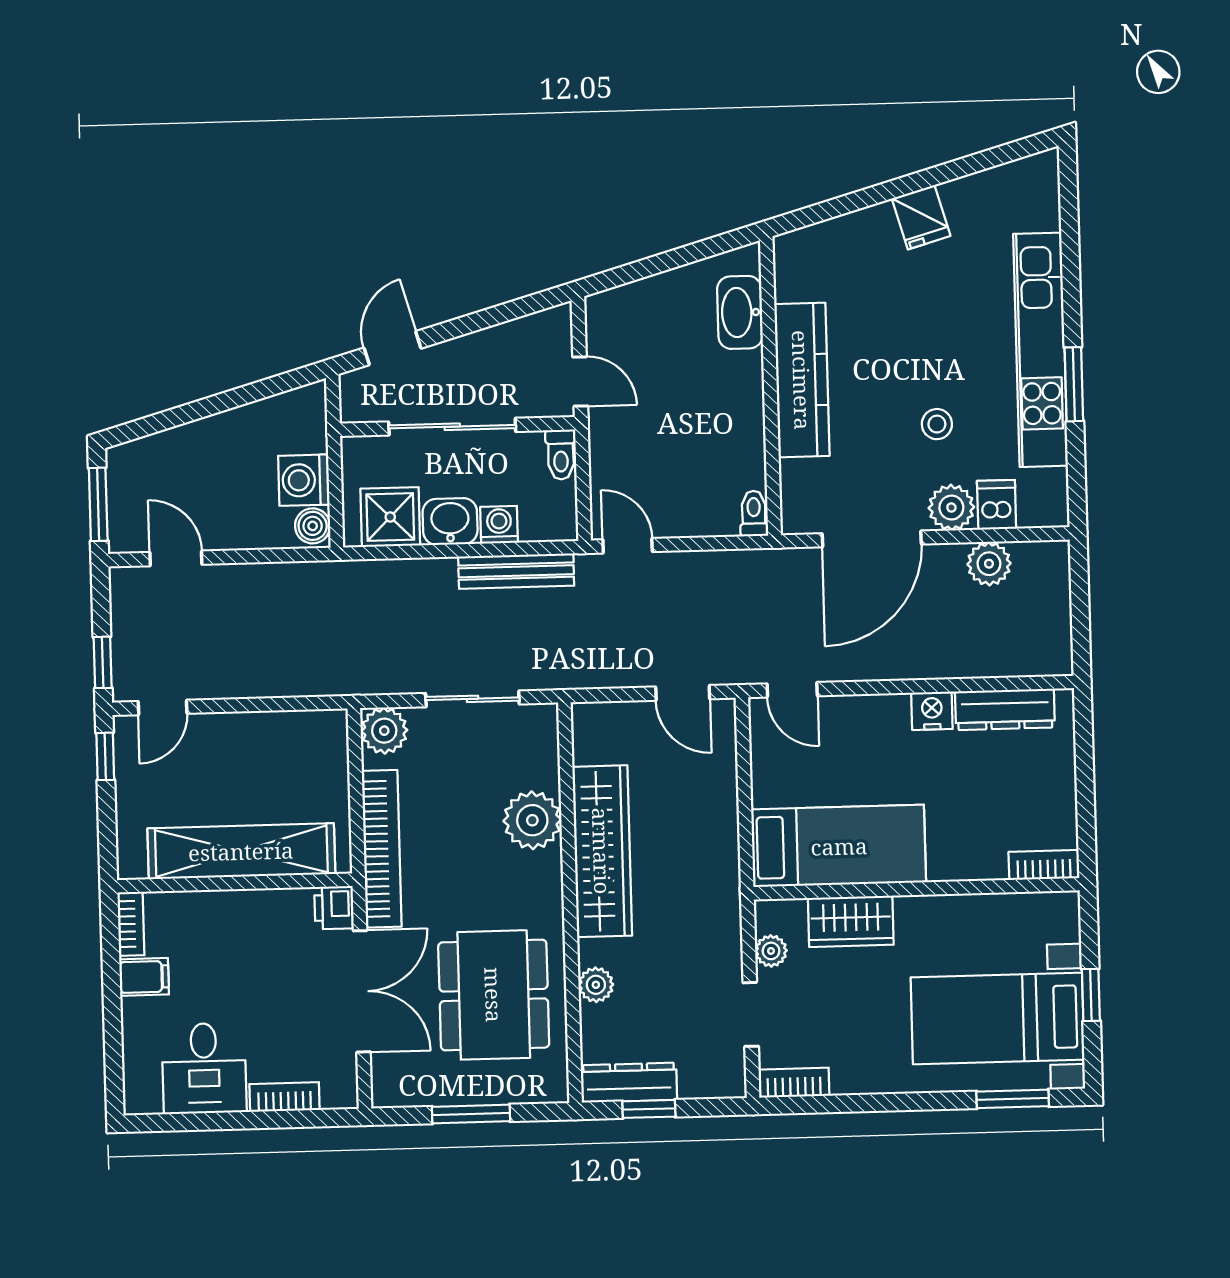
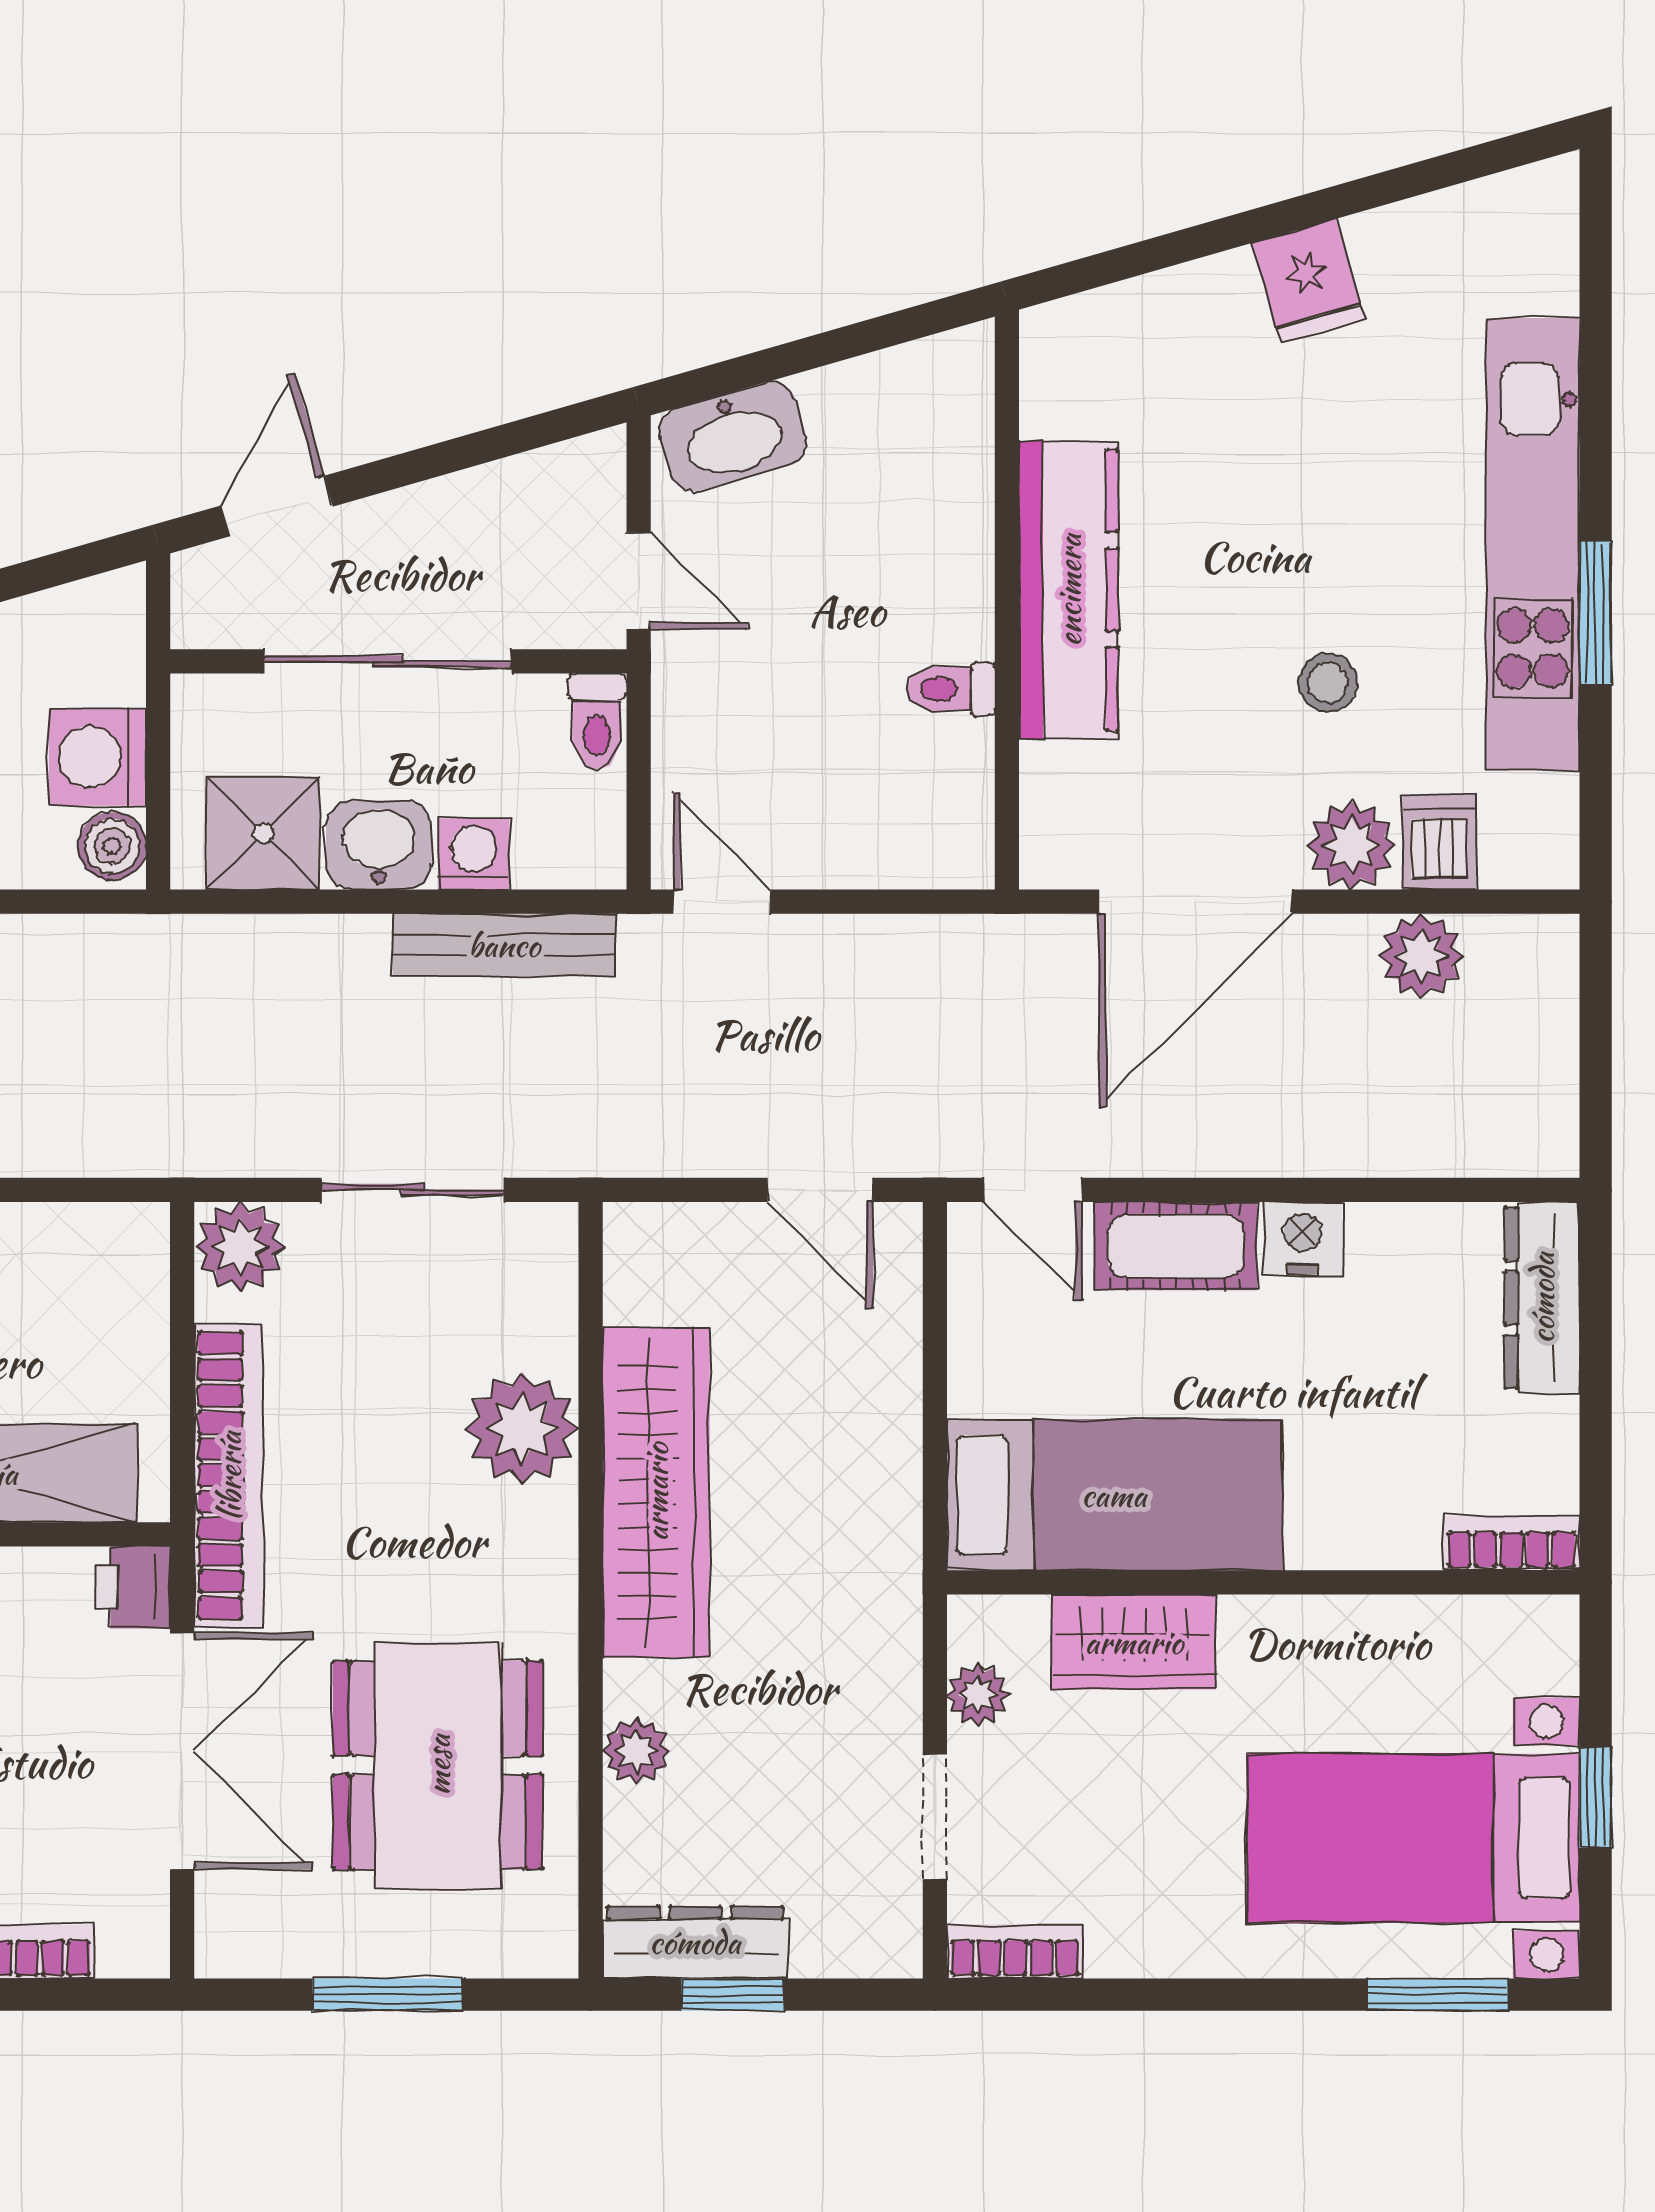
washbasin: (740, 312) -> (733, 437), moved, turned -106
toilet: (754, 513) -> (951, 689), moved, turned -90
dresser: (1005, 709) -> (1542, 1298), moved, turned 90
cot: (867, 717) -> (1176, 1246), added

